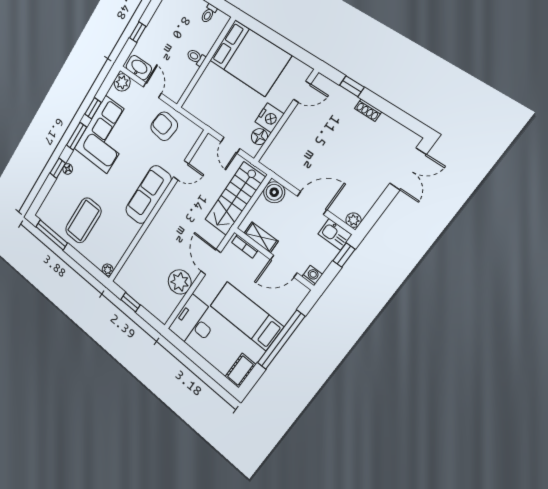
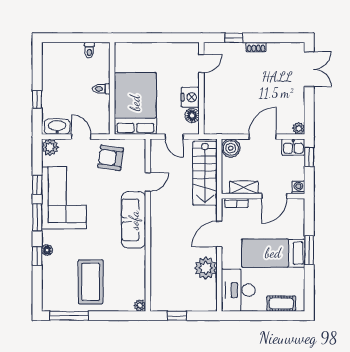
bed: (250, 58) -> (135, 103), moved, turned -90
door: (211, 262) -> (219, 234), hinge flipped
window: (281, 340) -> (309, 250), width x0.47
cot: (240, 371) -> (281, 304), moved, turned 90

